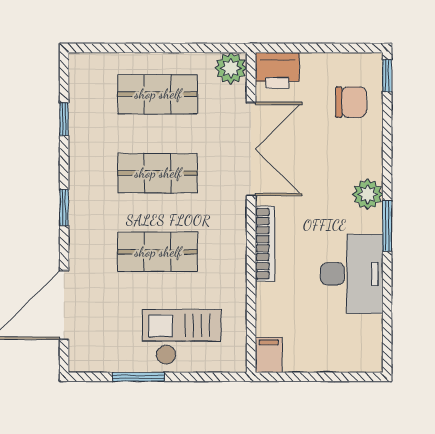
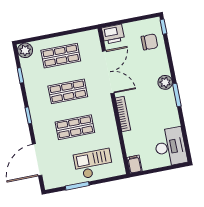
plant: (231, 68) -> (25, 50), moved
desk: (352, 274) -> (170, 147), moved

